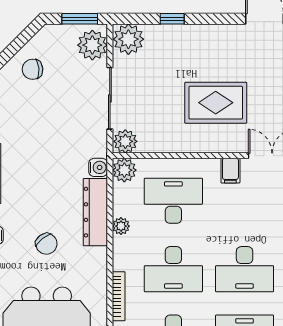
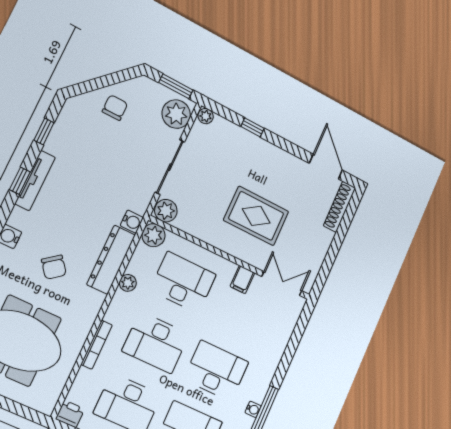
plant: (128, 39) -> (206, 116), width x0.53, depth x0.53
chair: (33, 69) -> (115, 108), turned 95
desk: (245, 269) -> (216, 371), turned 180

